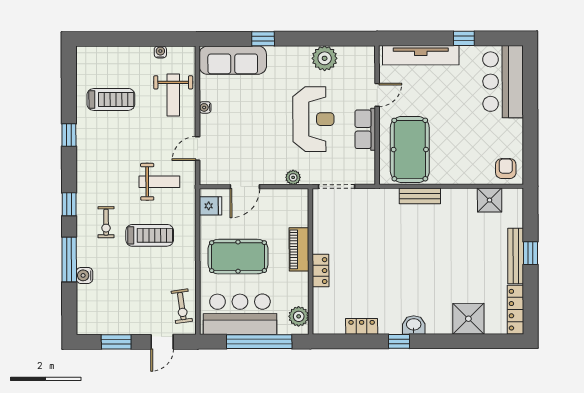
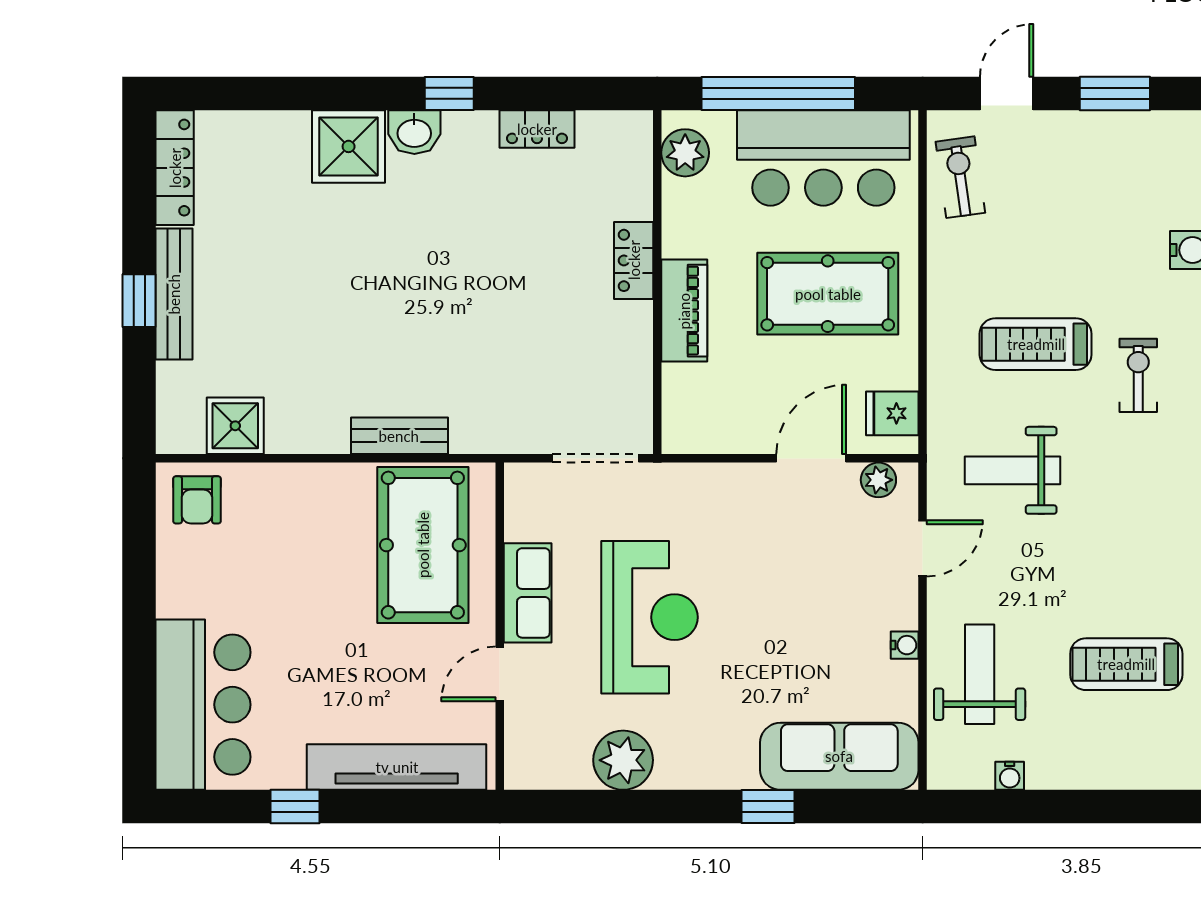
reception desk: (313, 119) -> (650, 617), turned 180
plant: (293, 177) -> (878, 480), moved
shower: (468, 319) -> (349, 146), moved

